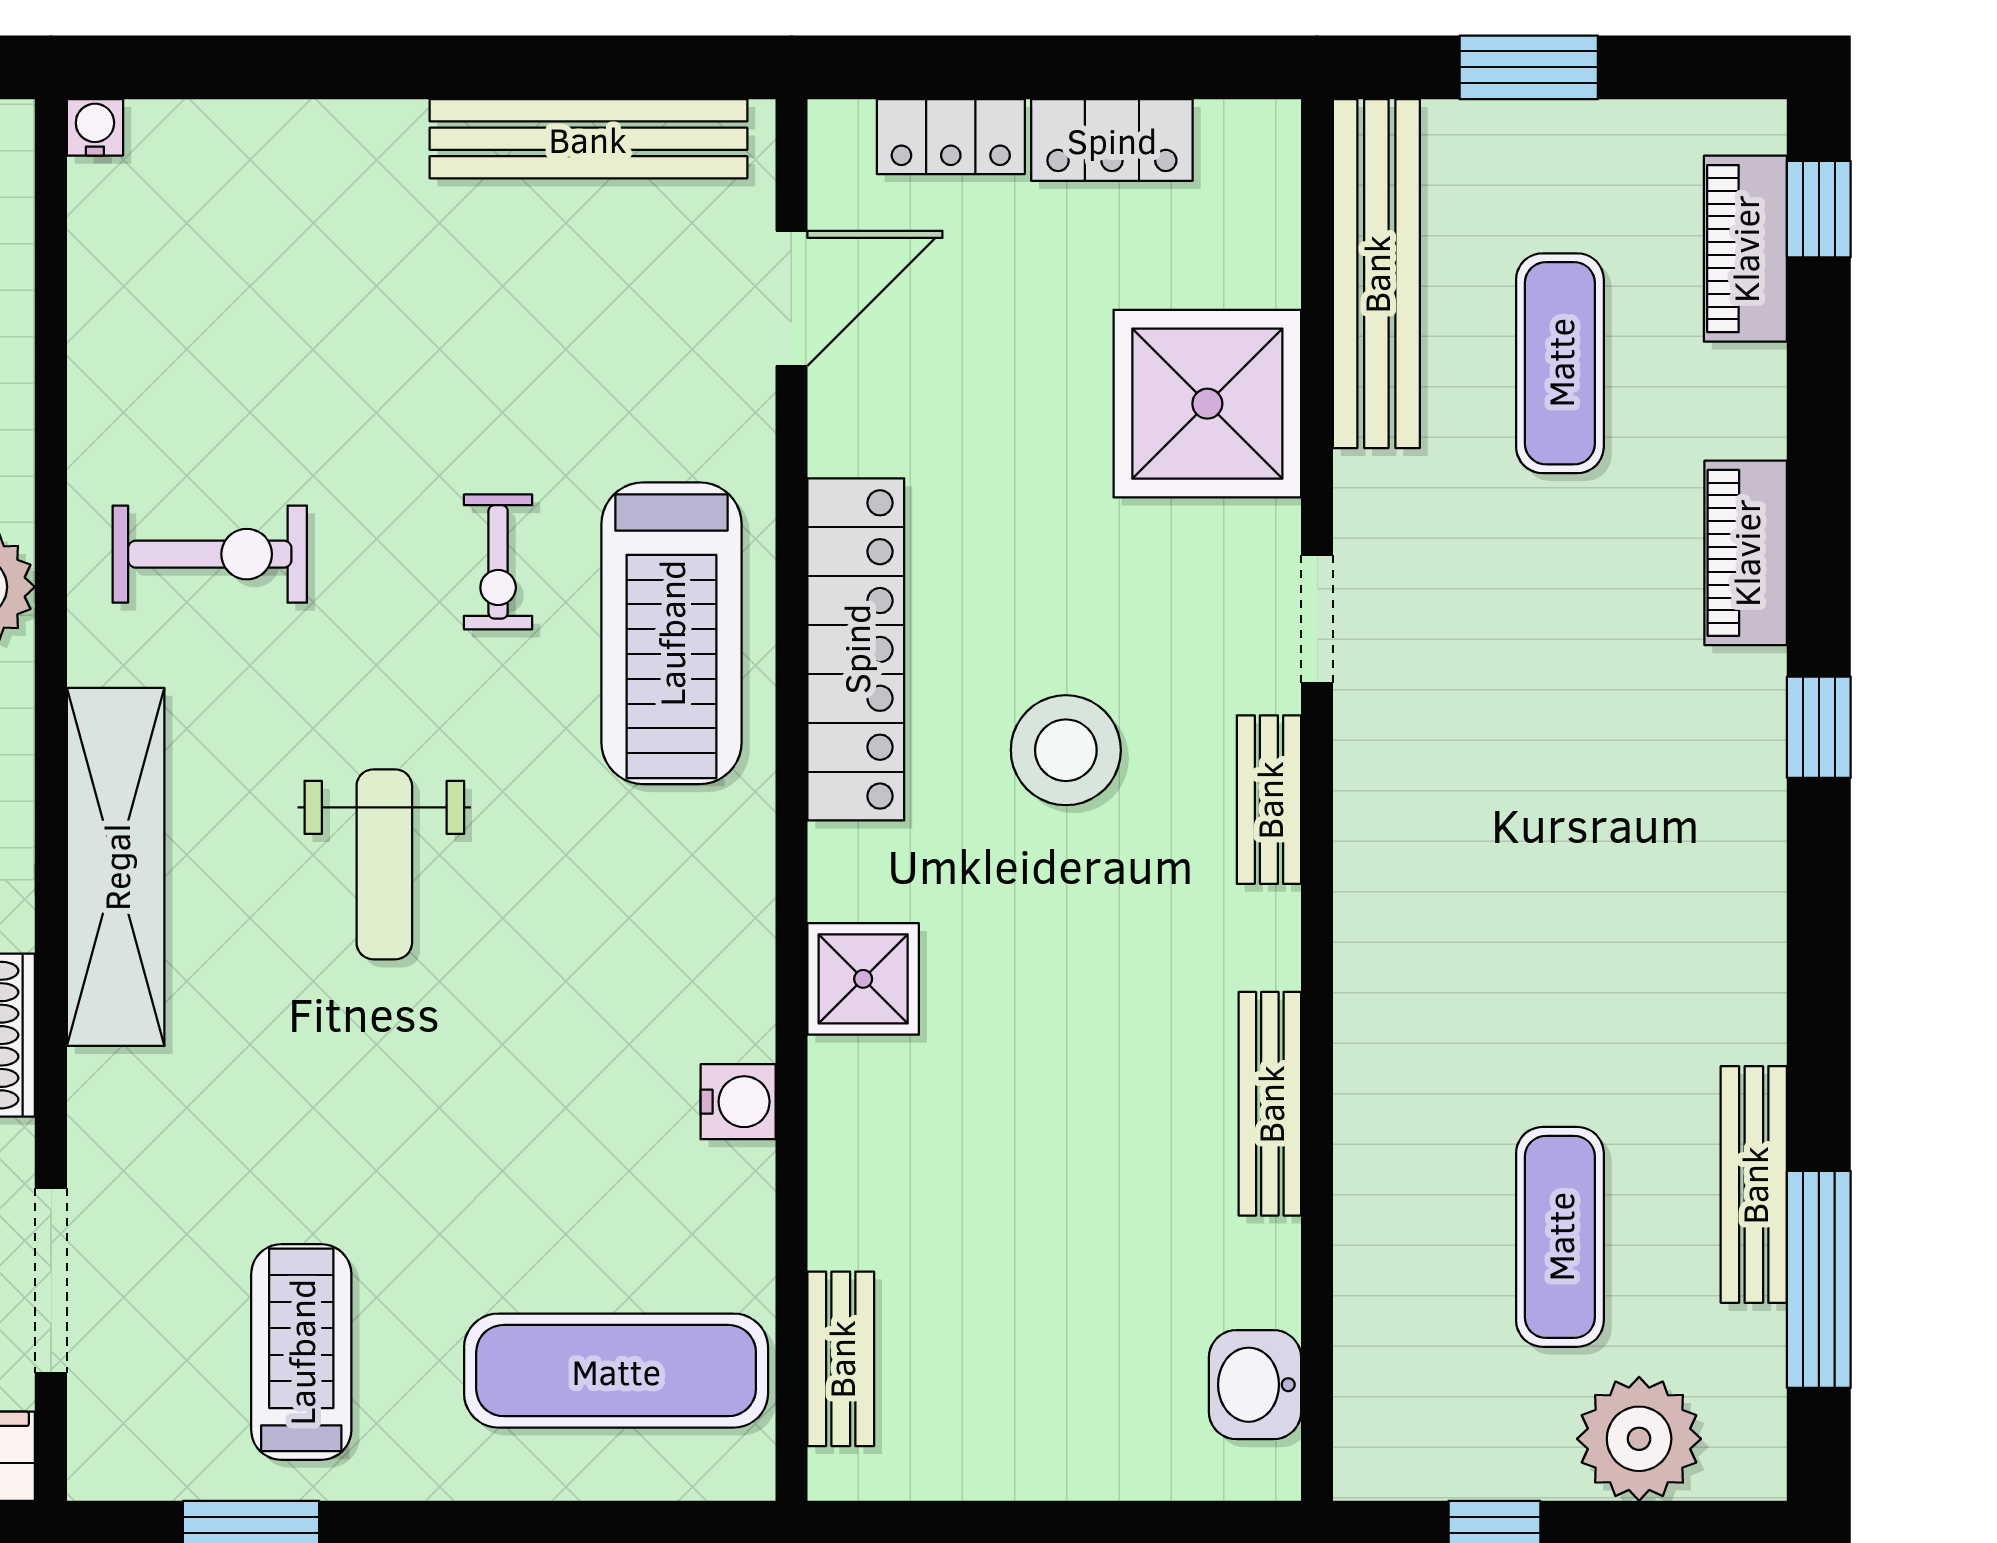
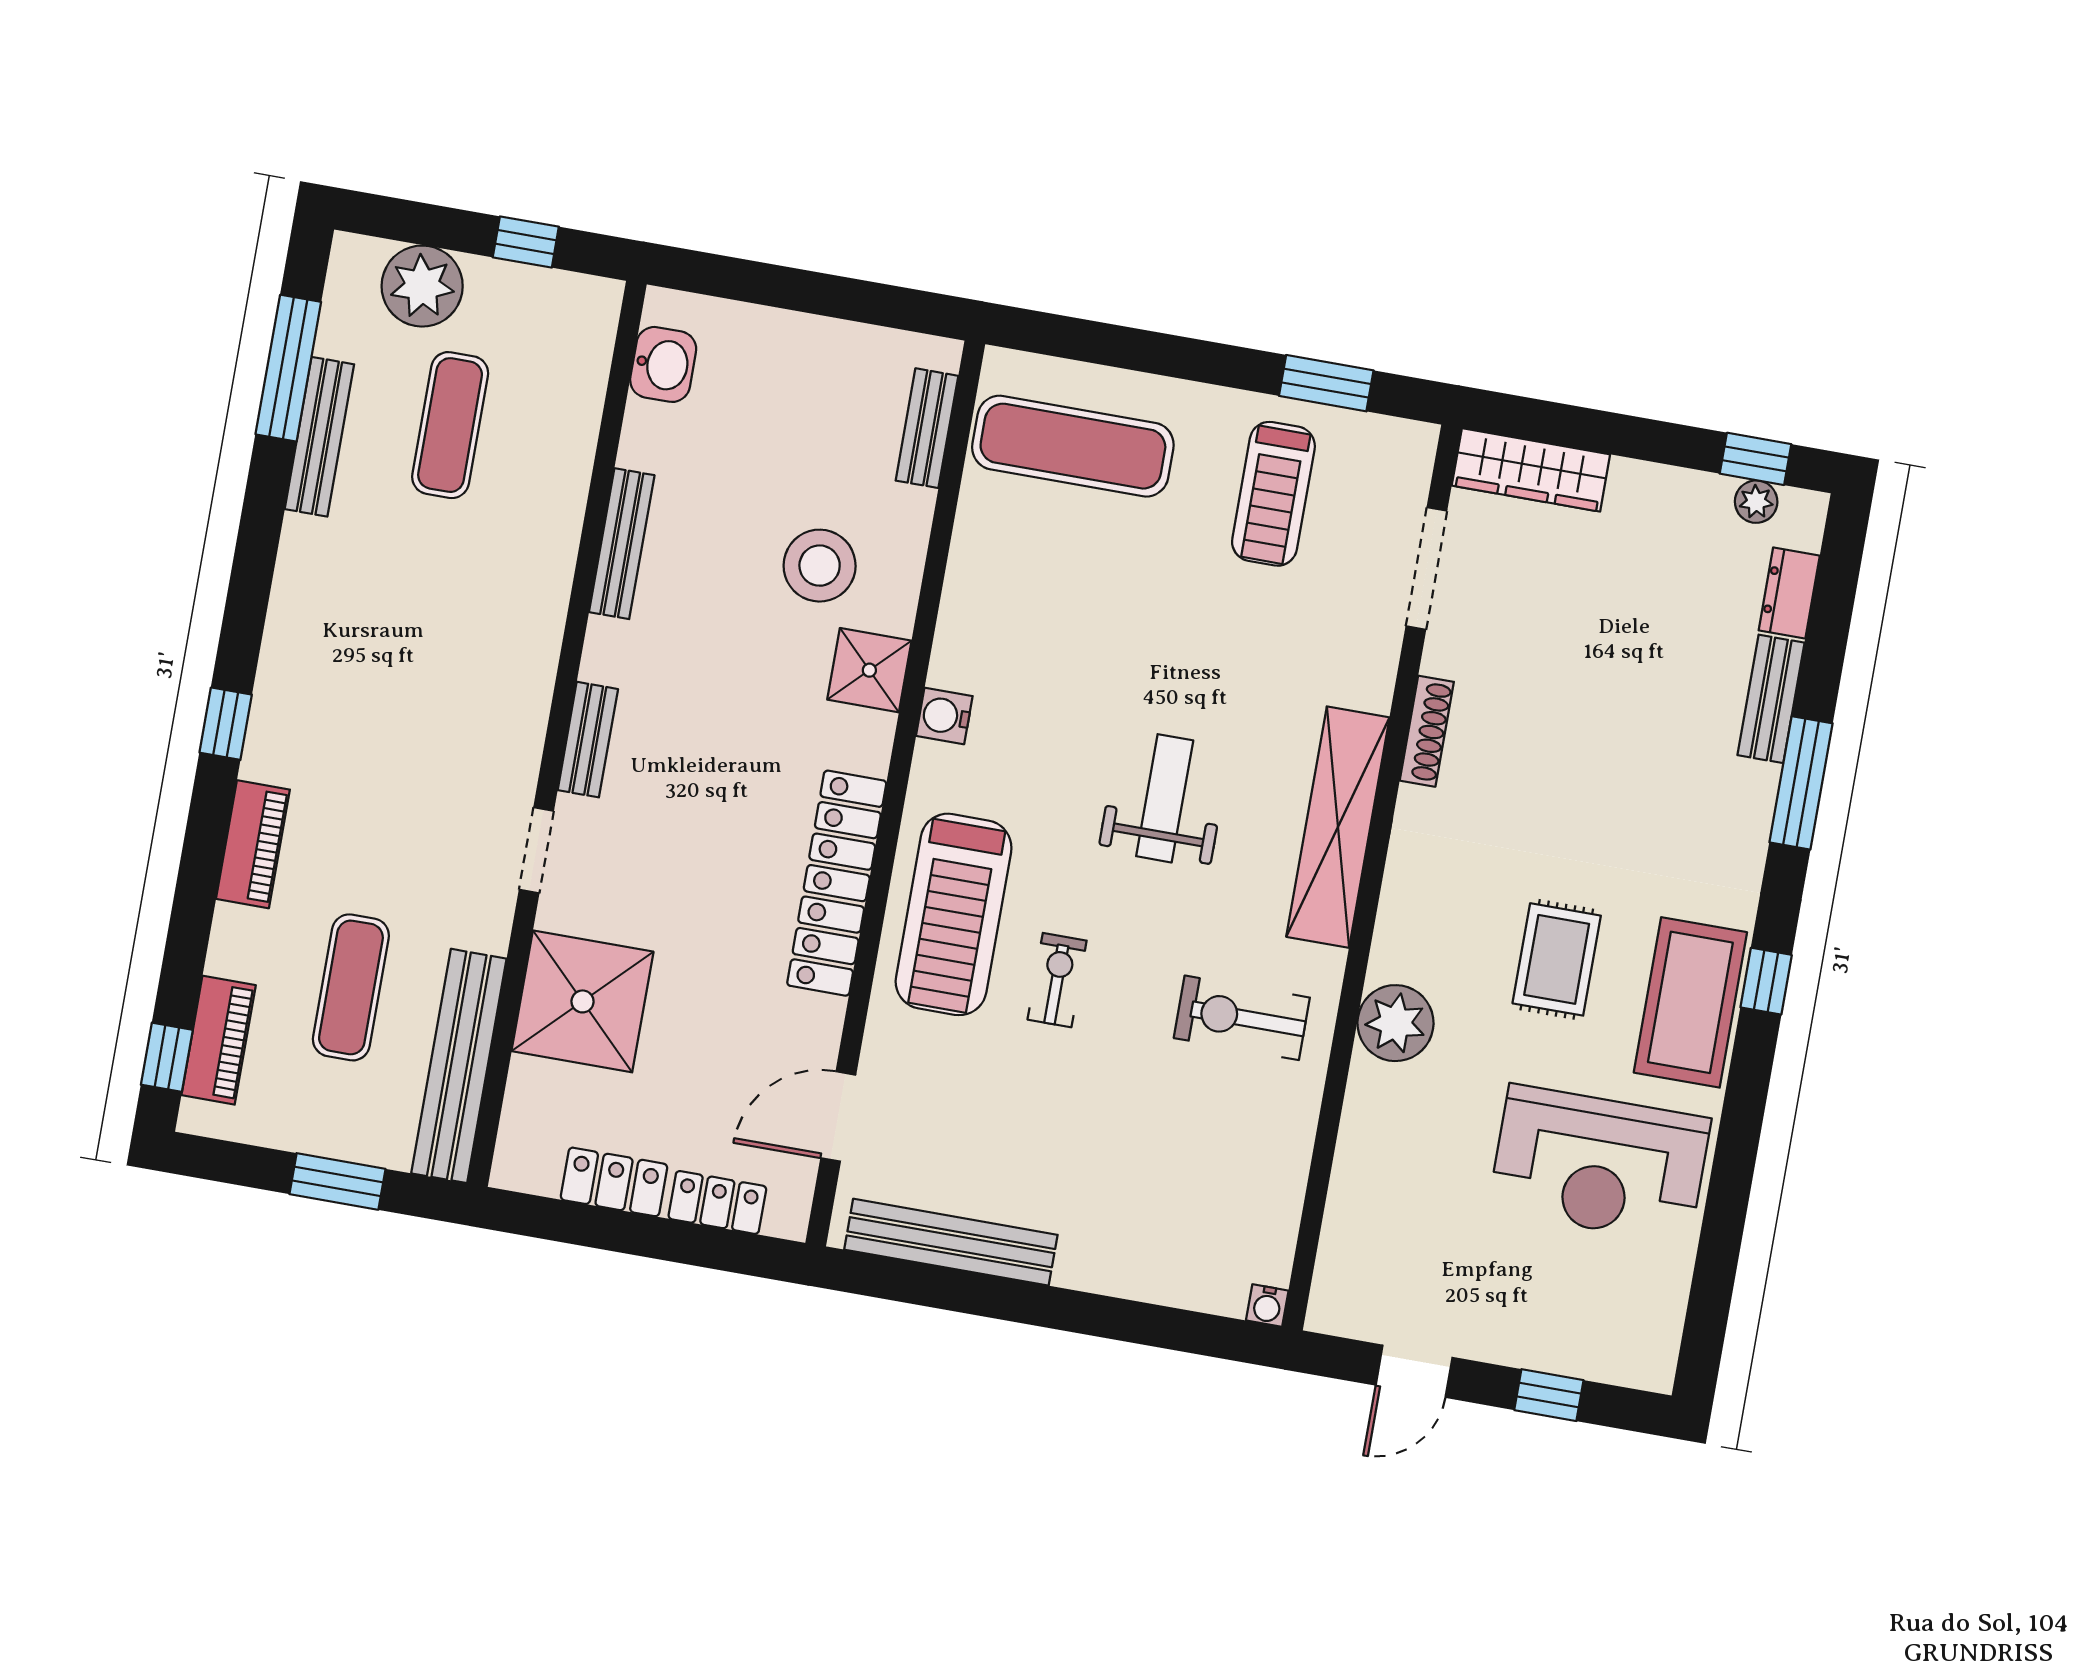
treadmill: (671, 633) -> (954, 914), turned 180
stool: (1066, 750) -> (820, 566), moved
water cooler: (738, 1102) -> (944, 716), moved

